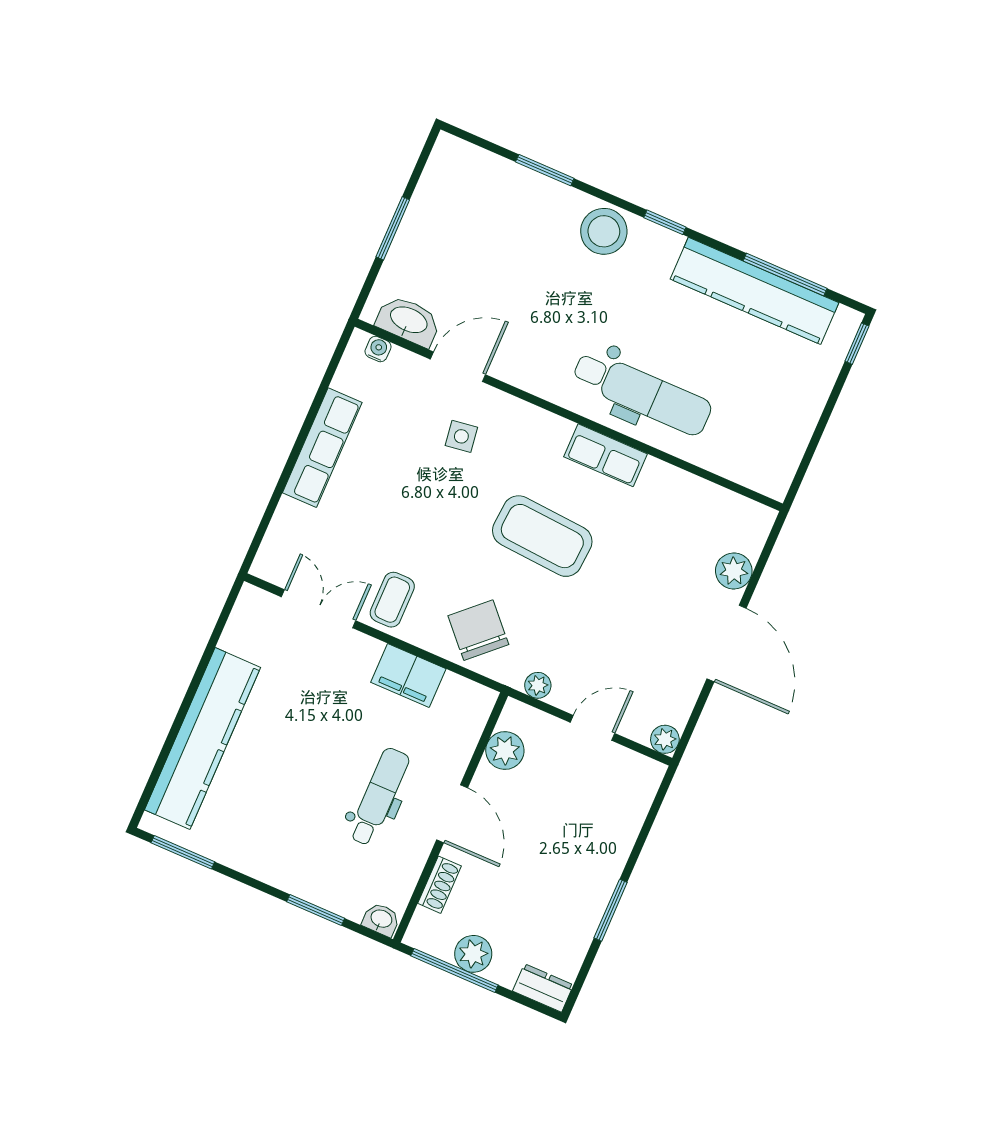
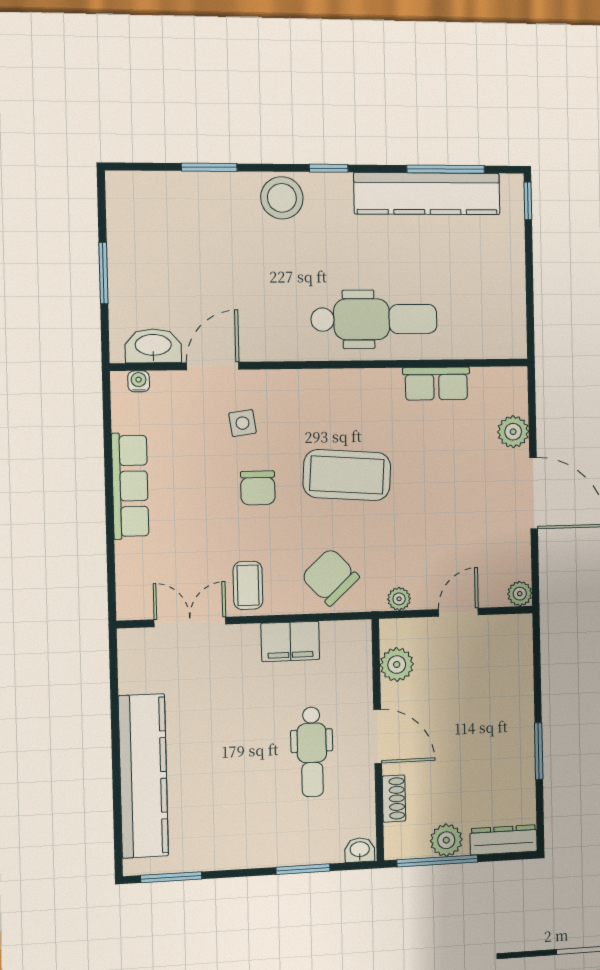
row of seats: (606, 455) -> (436, 384), moved
chair: (447, 508) -> (258, 488), added
dental chair: (379, 797) -> (312, 752), turned 180
dresser: (543, 988) -> (504, 840), width x1.44

